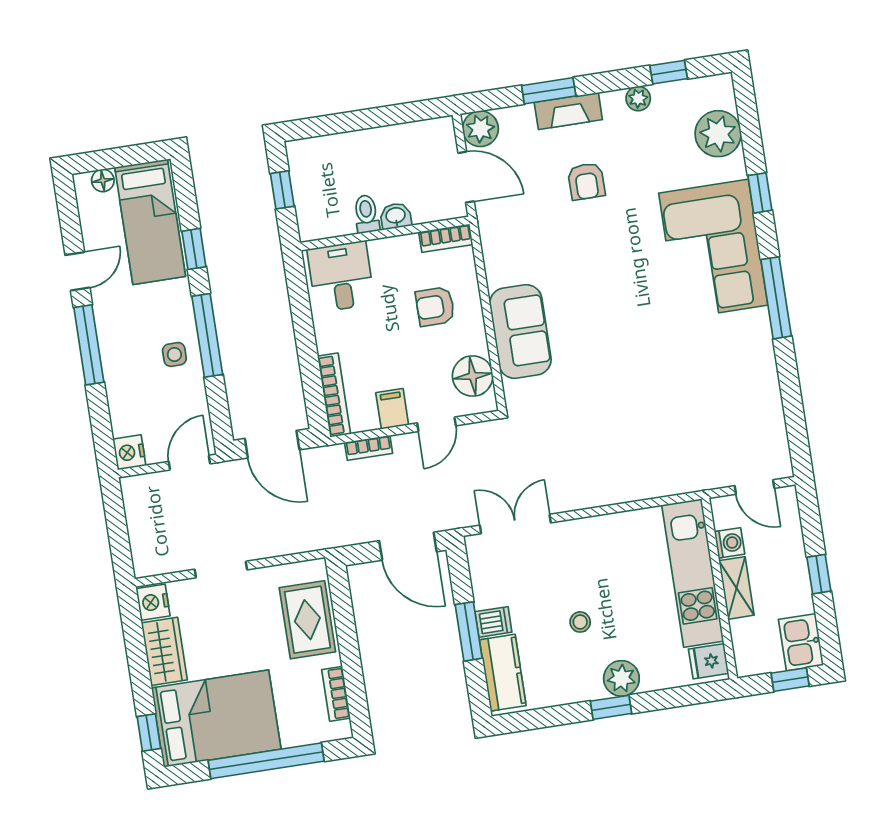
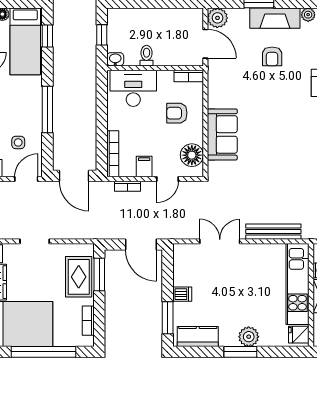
fireplace: (568, 111) -> (275, 18), width x1.37, depth x1.32
washbasin: (396, 216) -> (115, 59), moved
window: (194, 249) -> (47, 36), moved
desk: (341, 277) -> (133, 88), width x1.37
side table: (174, 354) -> (18, 142), moved
bench: (636, 488) -> (273, 232), added
double door: (515, 524) -> (220, 241), moved
window: (343, 610) -> (99, 275), added
stool: (580, 622) -> (231, 302), removed
window: (469, 631) -> (168, 318), moved
kitchen counter: (503, 673) -> (198, 337), moved, turned -90
window: (611, 707) -> (240, 352), width x1.50

